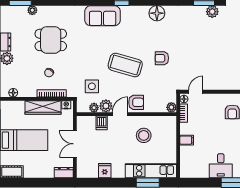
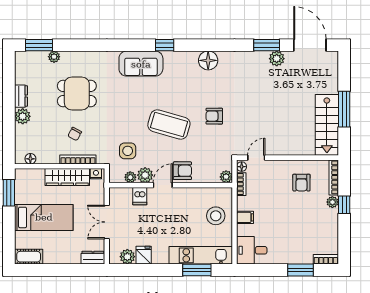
stool: (144, 135) -> (216, 216), moved
desk: (221, 166) -> (252, 250), moved, turned 90
plant: (92, 172) -> (127, 257), added

